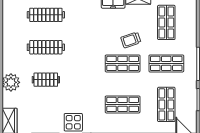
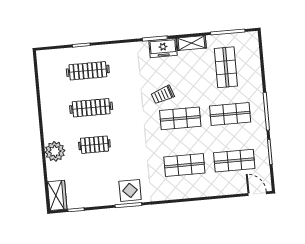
trolley: (131, 40) -> (163, 95), moved
shop shelf: (166, 104) -> (234, 161), turned 90

